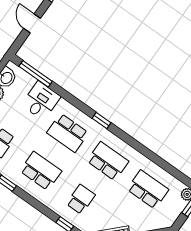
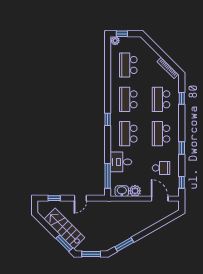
school desk: (68, 133) -> (128, 134), turned 180
school desk: (81, 199) -> (161, 99), width x1.85

